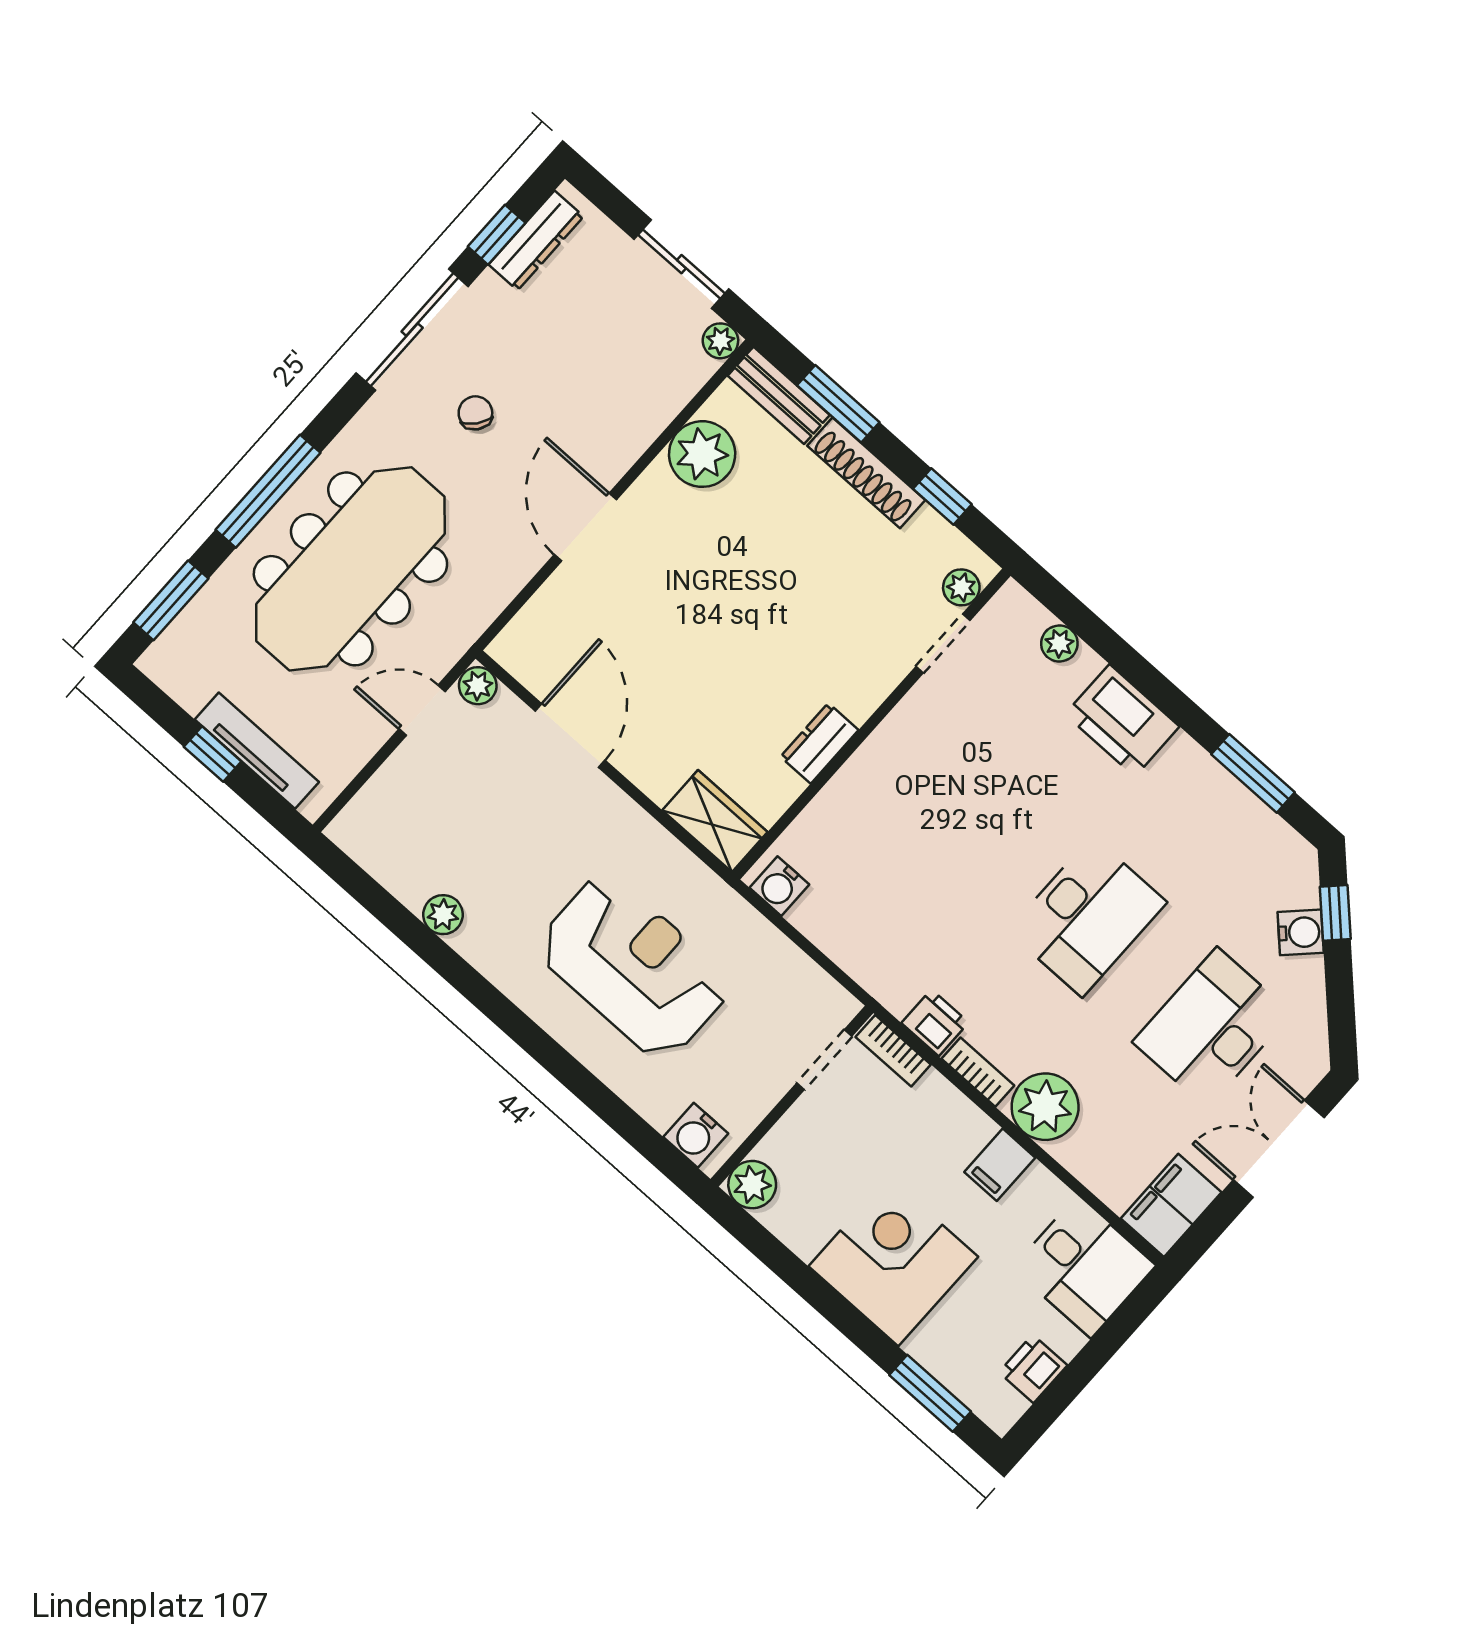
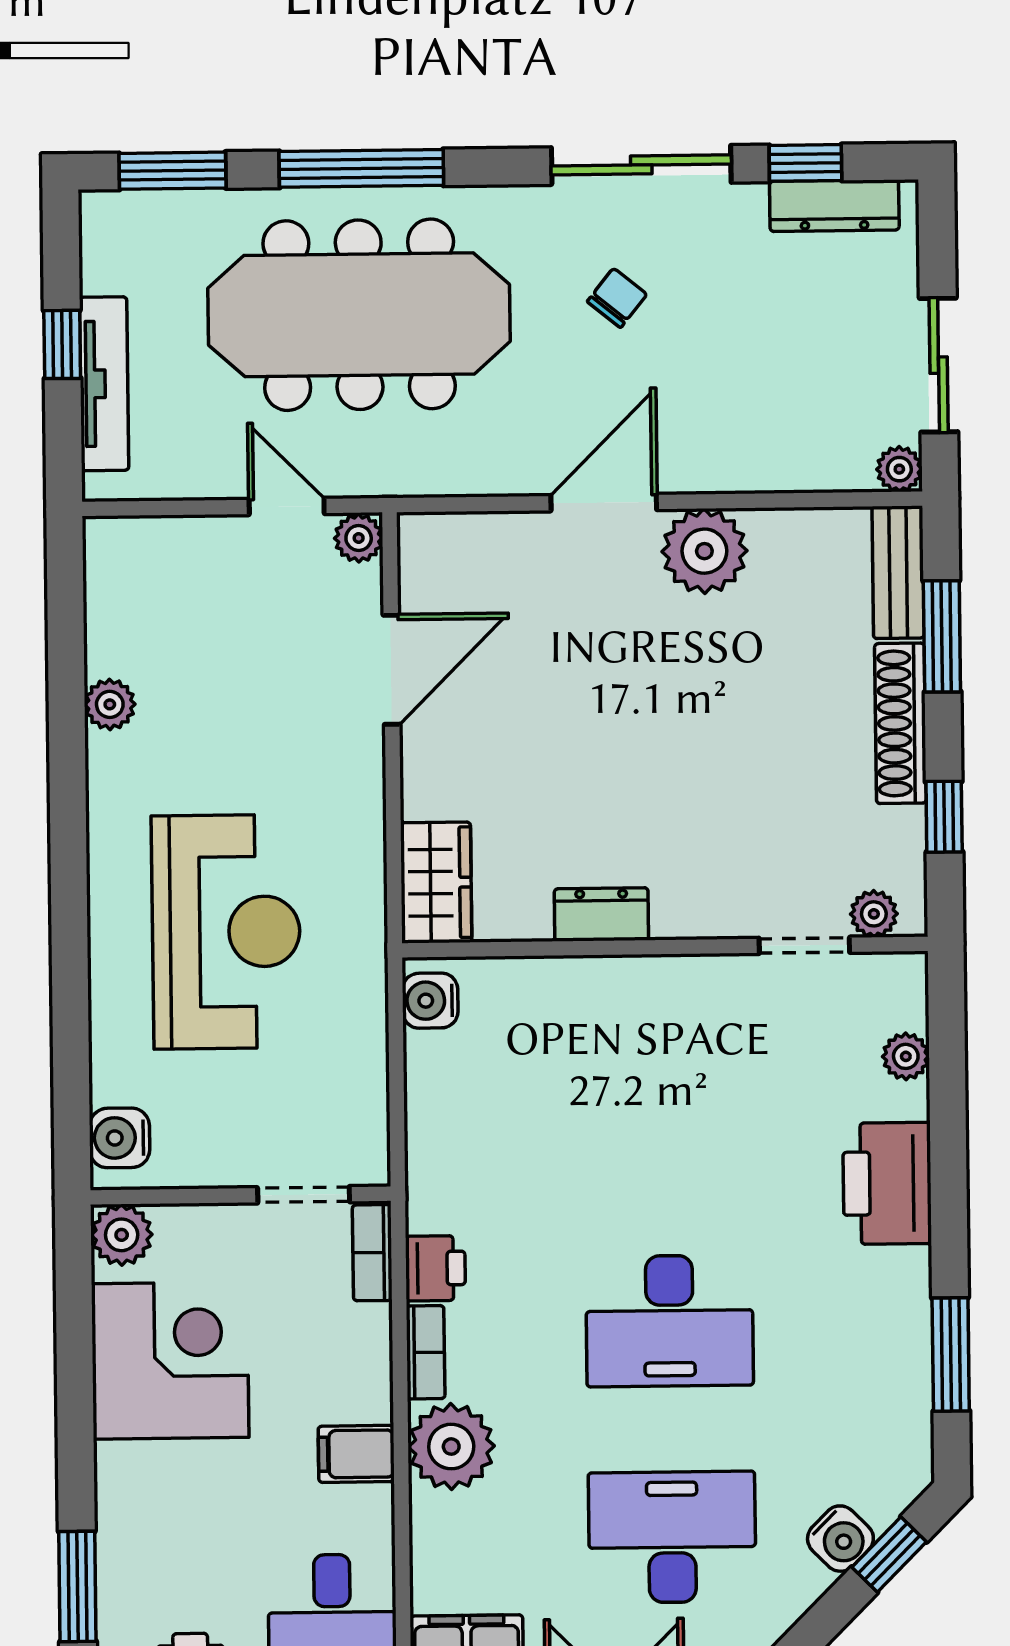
plant: (702, 454) -> (704, 551), moved
corner desk: (893, 1262) -> (170, 1361), moved

